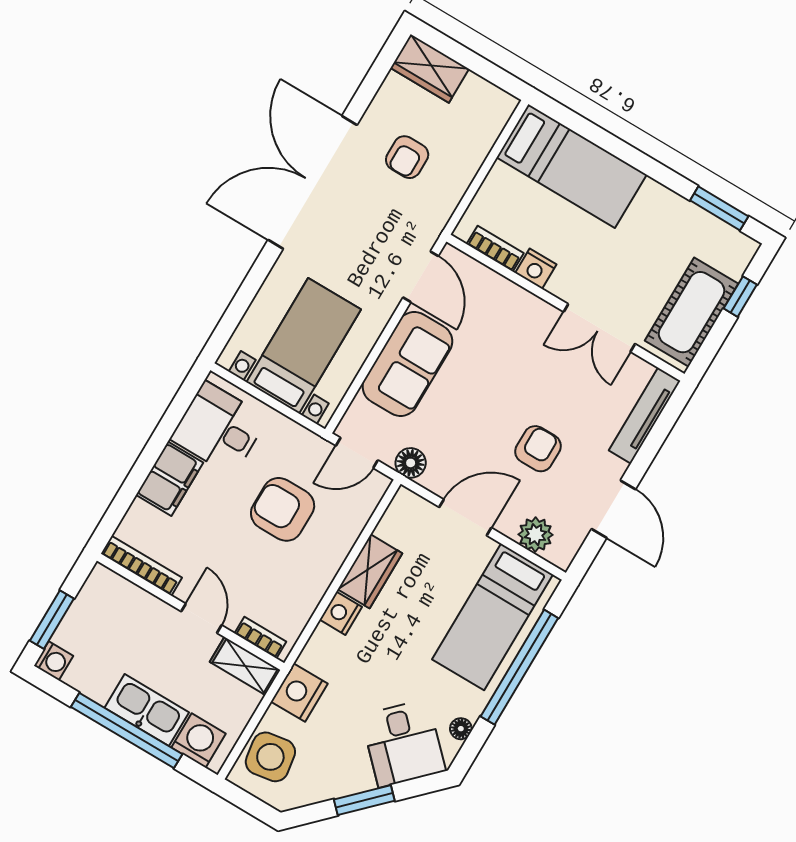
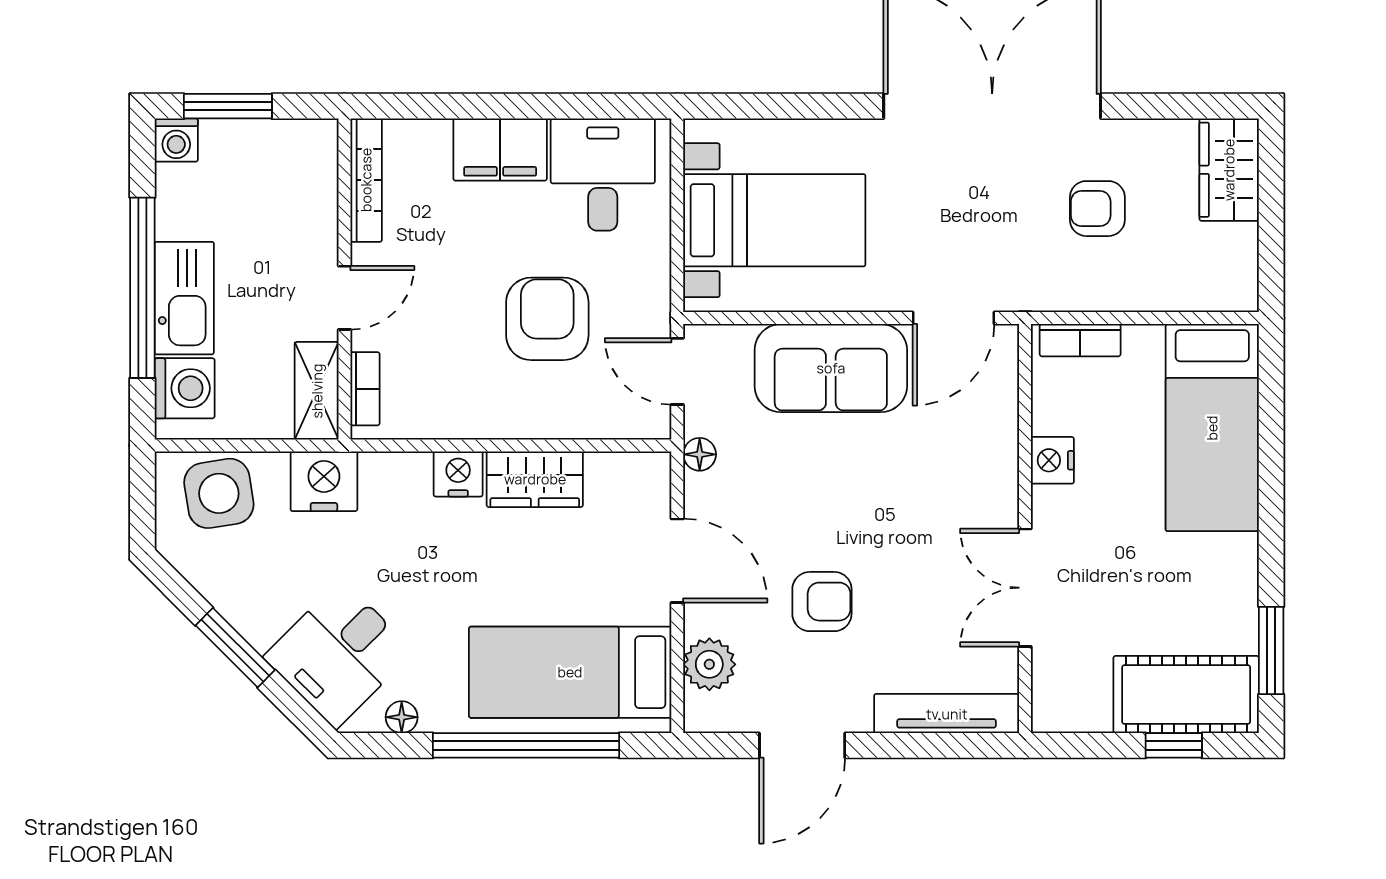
bookcase: (495, 249) -> (1080, 340), moved, turned 90
cot: (692, 312) -> (1186, 695), moved
floor lamp: (411, 463) -> (700, 454), width x0.73, depth x0.73

